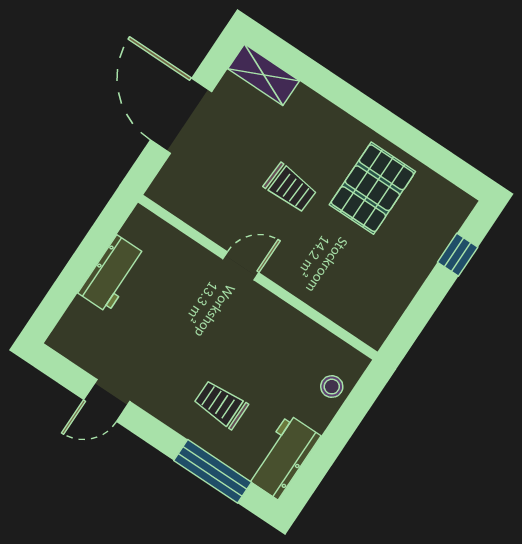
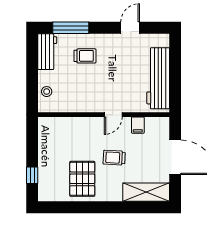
shelving: (264, 75) -> (146, 192), width x1.50, depth x1.33
filing cabinet: (209, 218) -> (138, 125), added
workbench: (112, 274) -> (158, 78), width x1.88, depth x1.32

